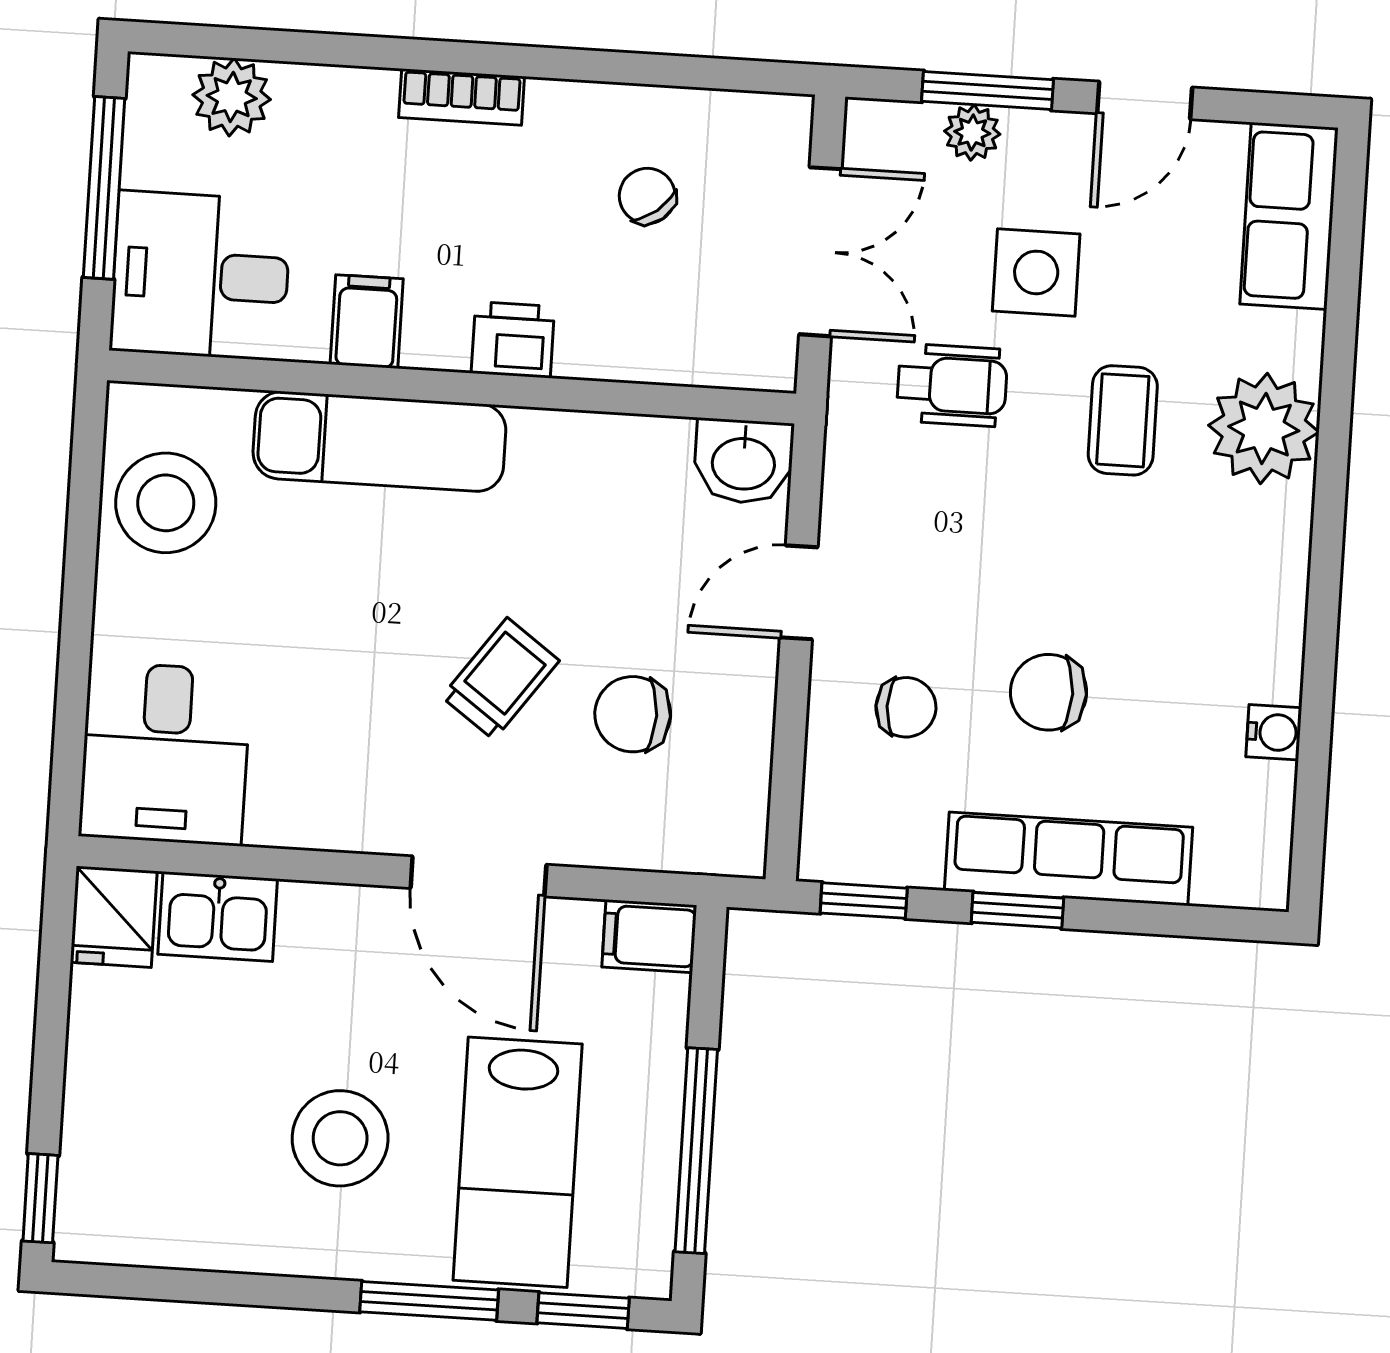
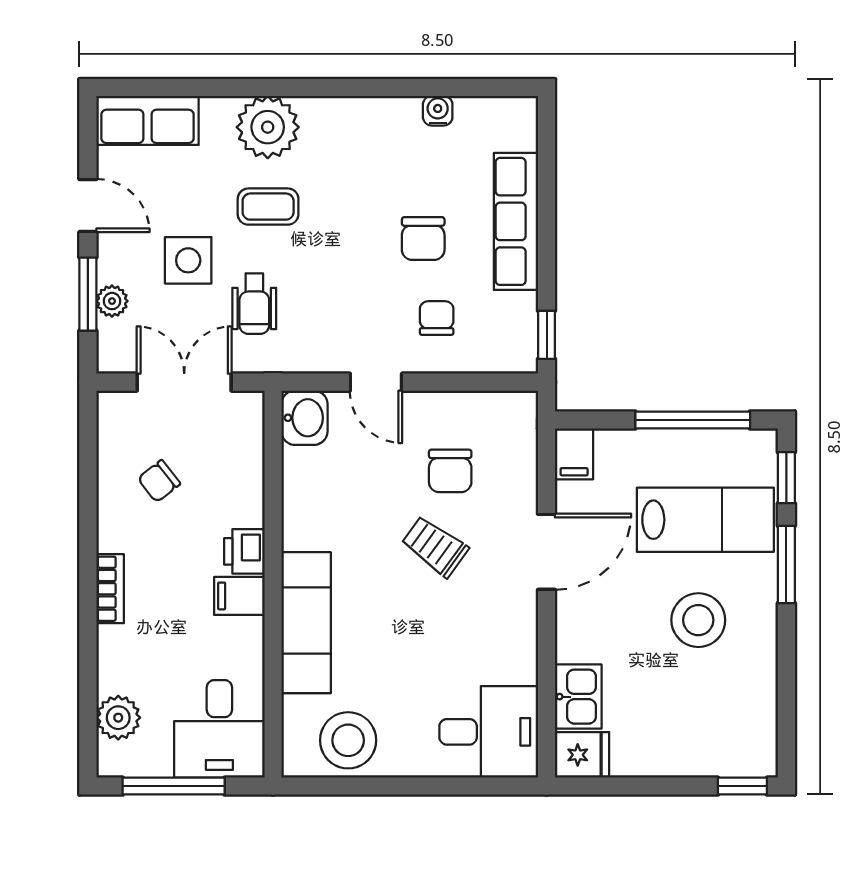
filing cabinet: (367, 322) -> (239, 596), moved
wheelchair: (952, 385) -> (254, 304), turned 180
window: (1017, 910) -> (547, 248), removed

